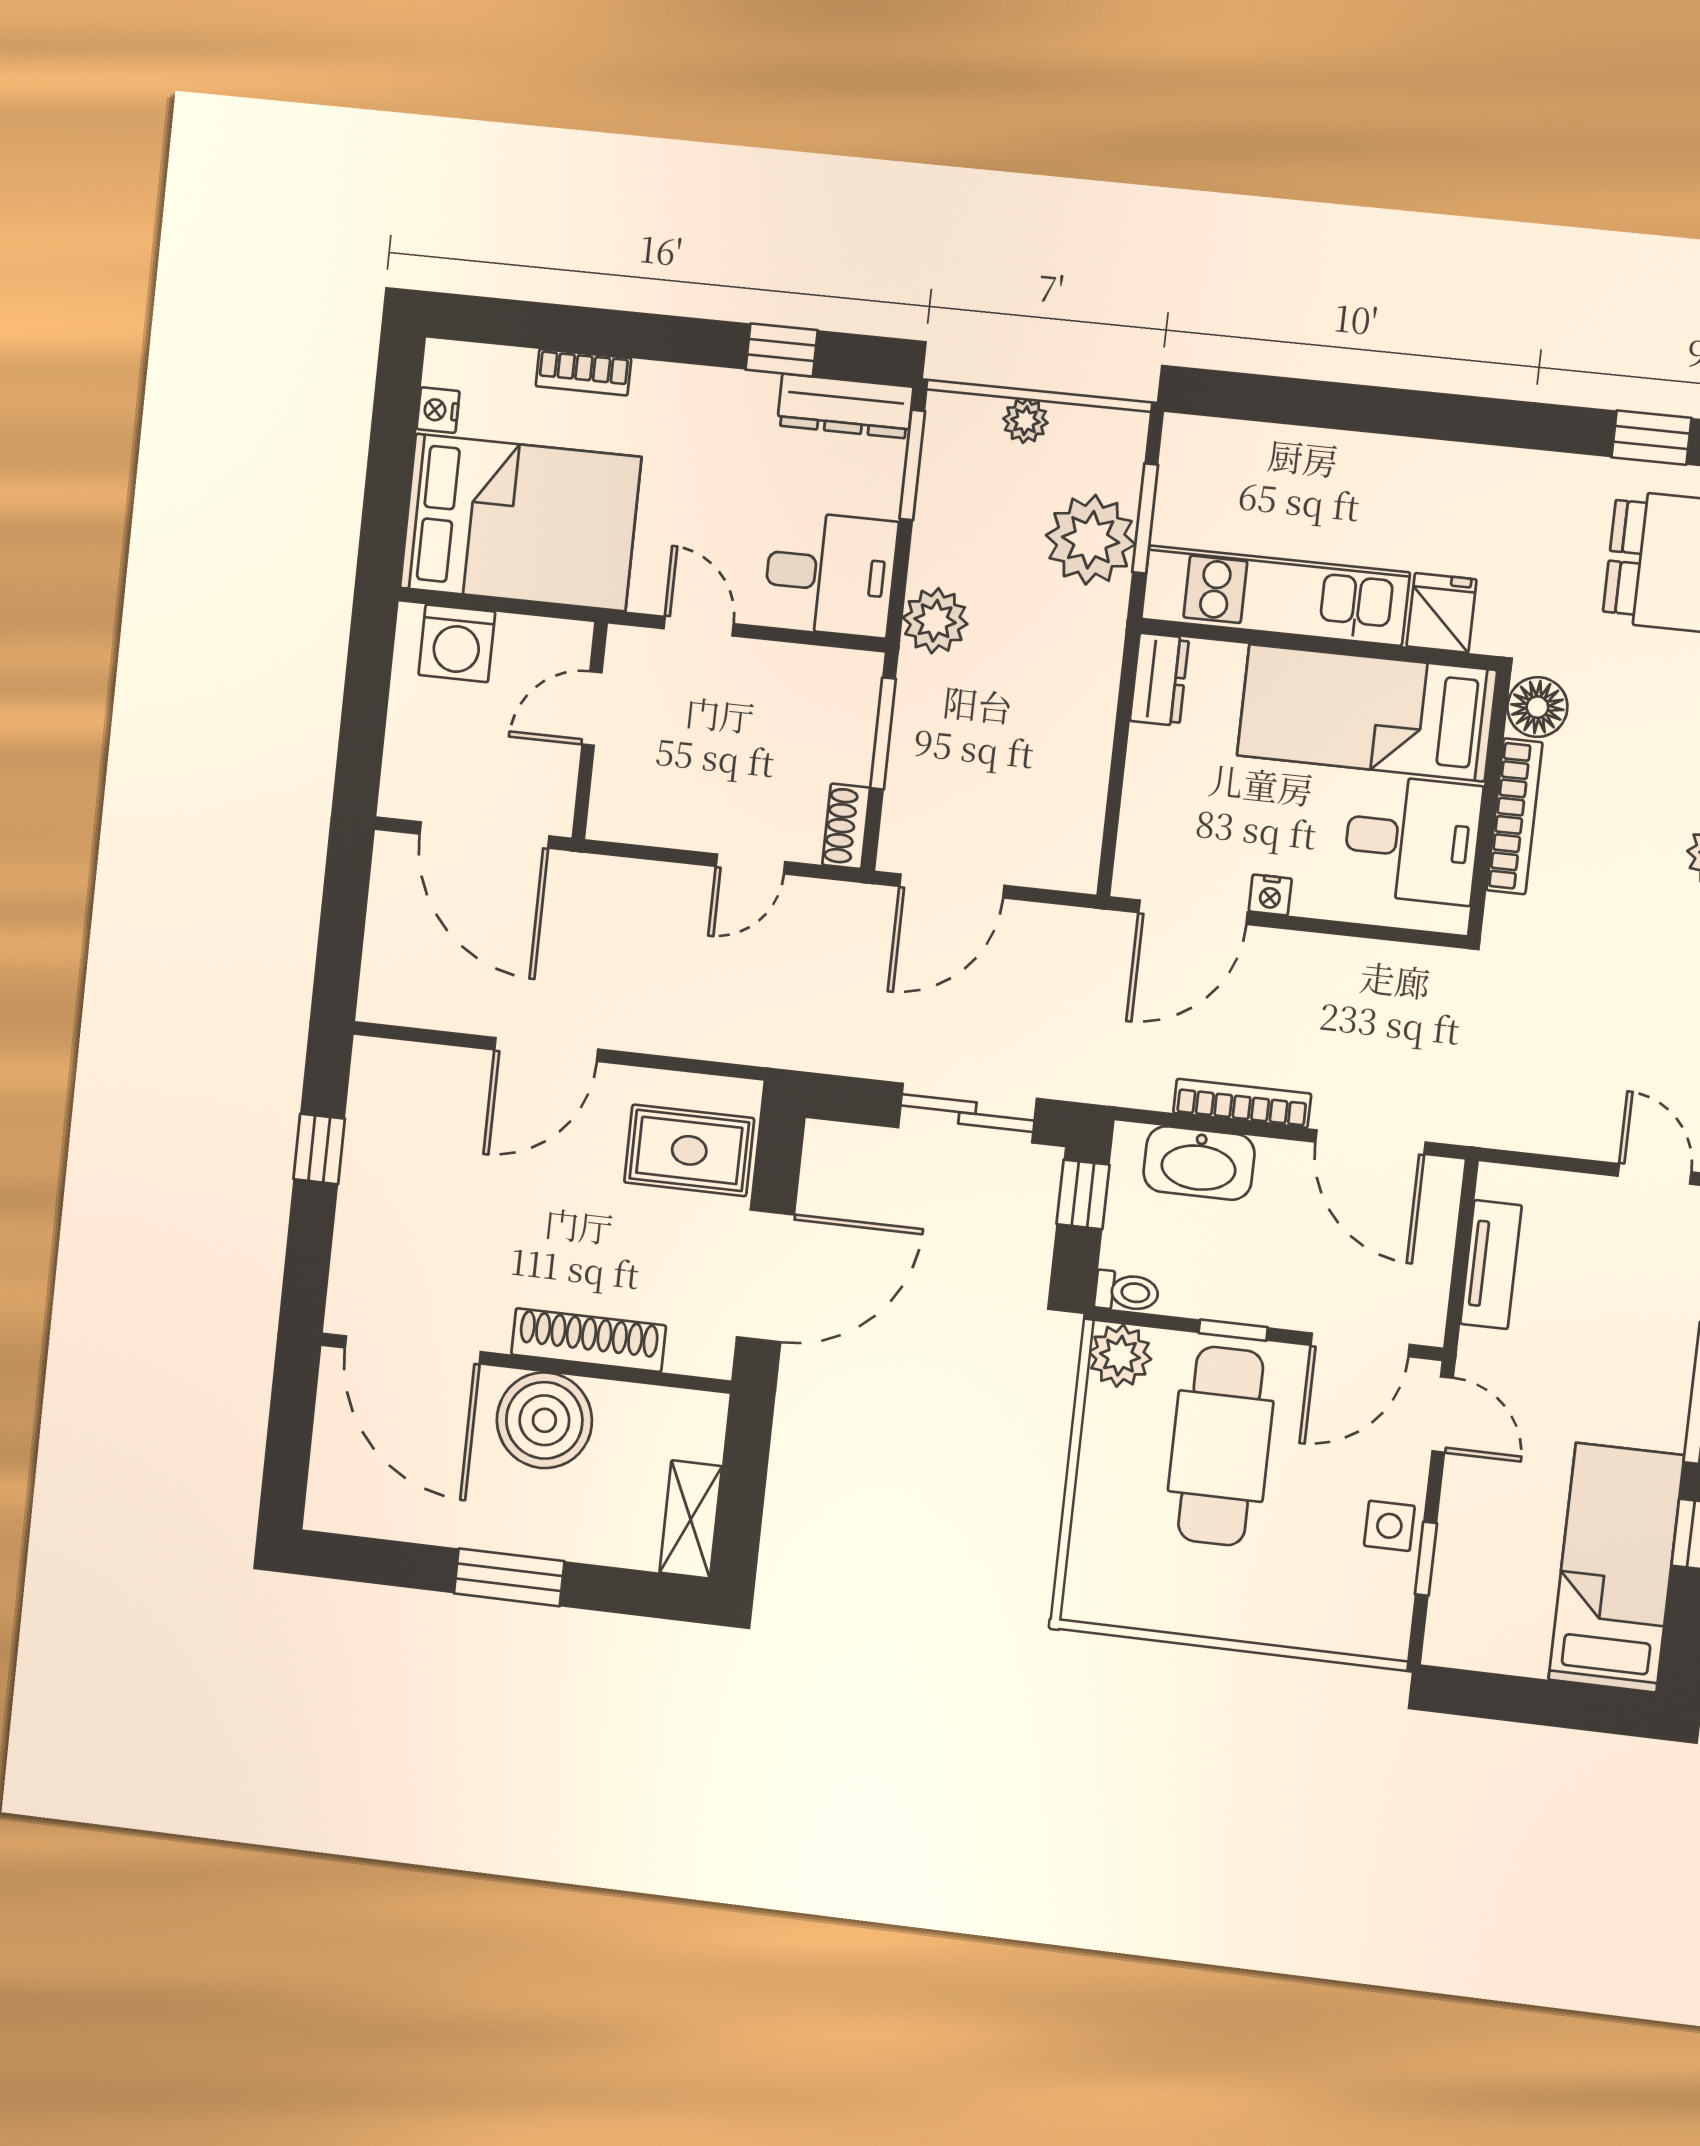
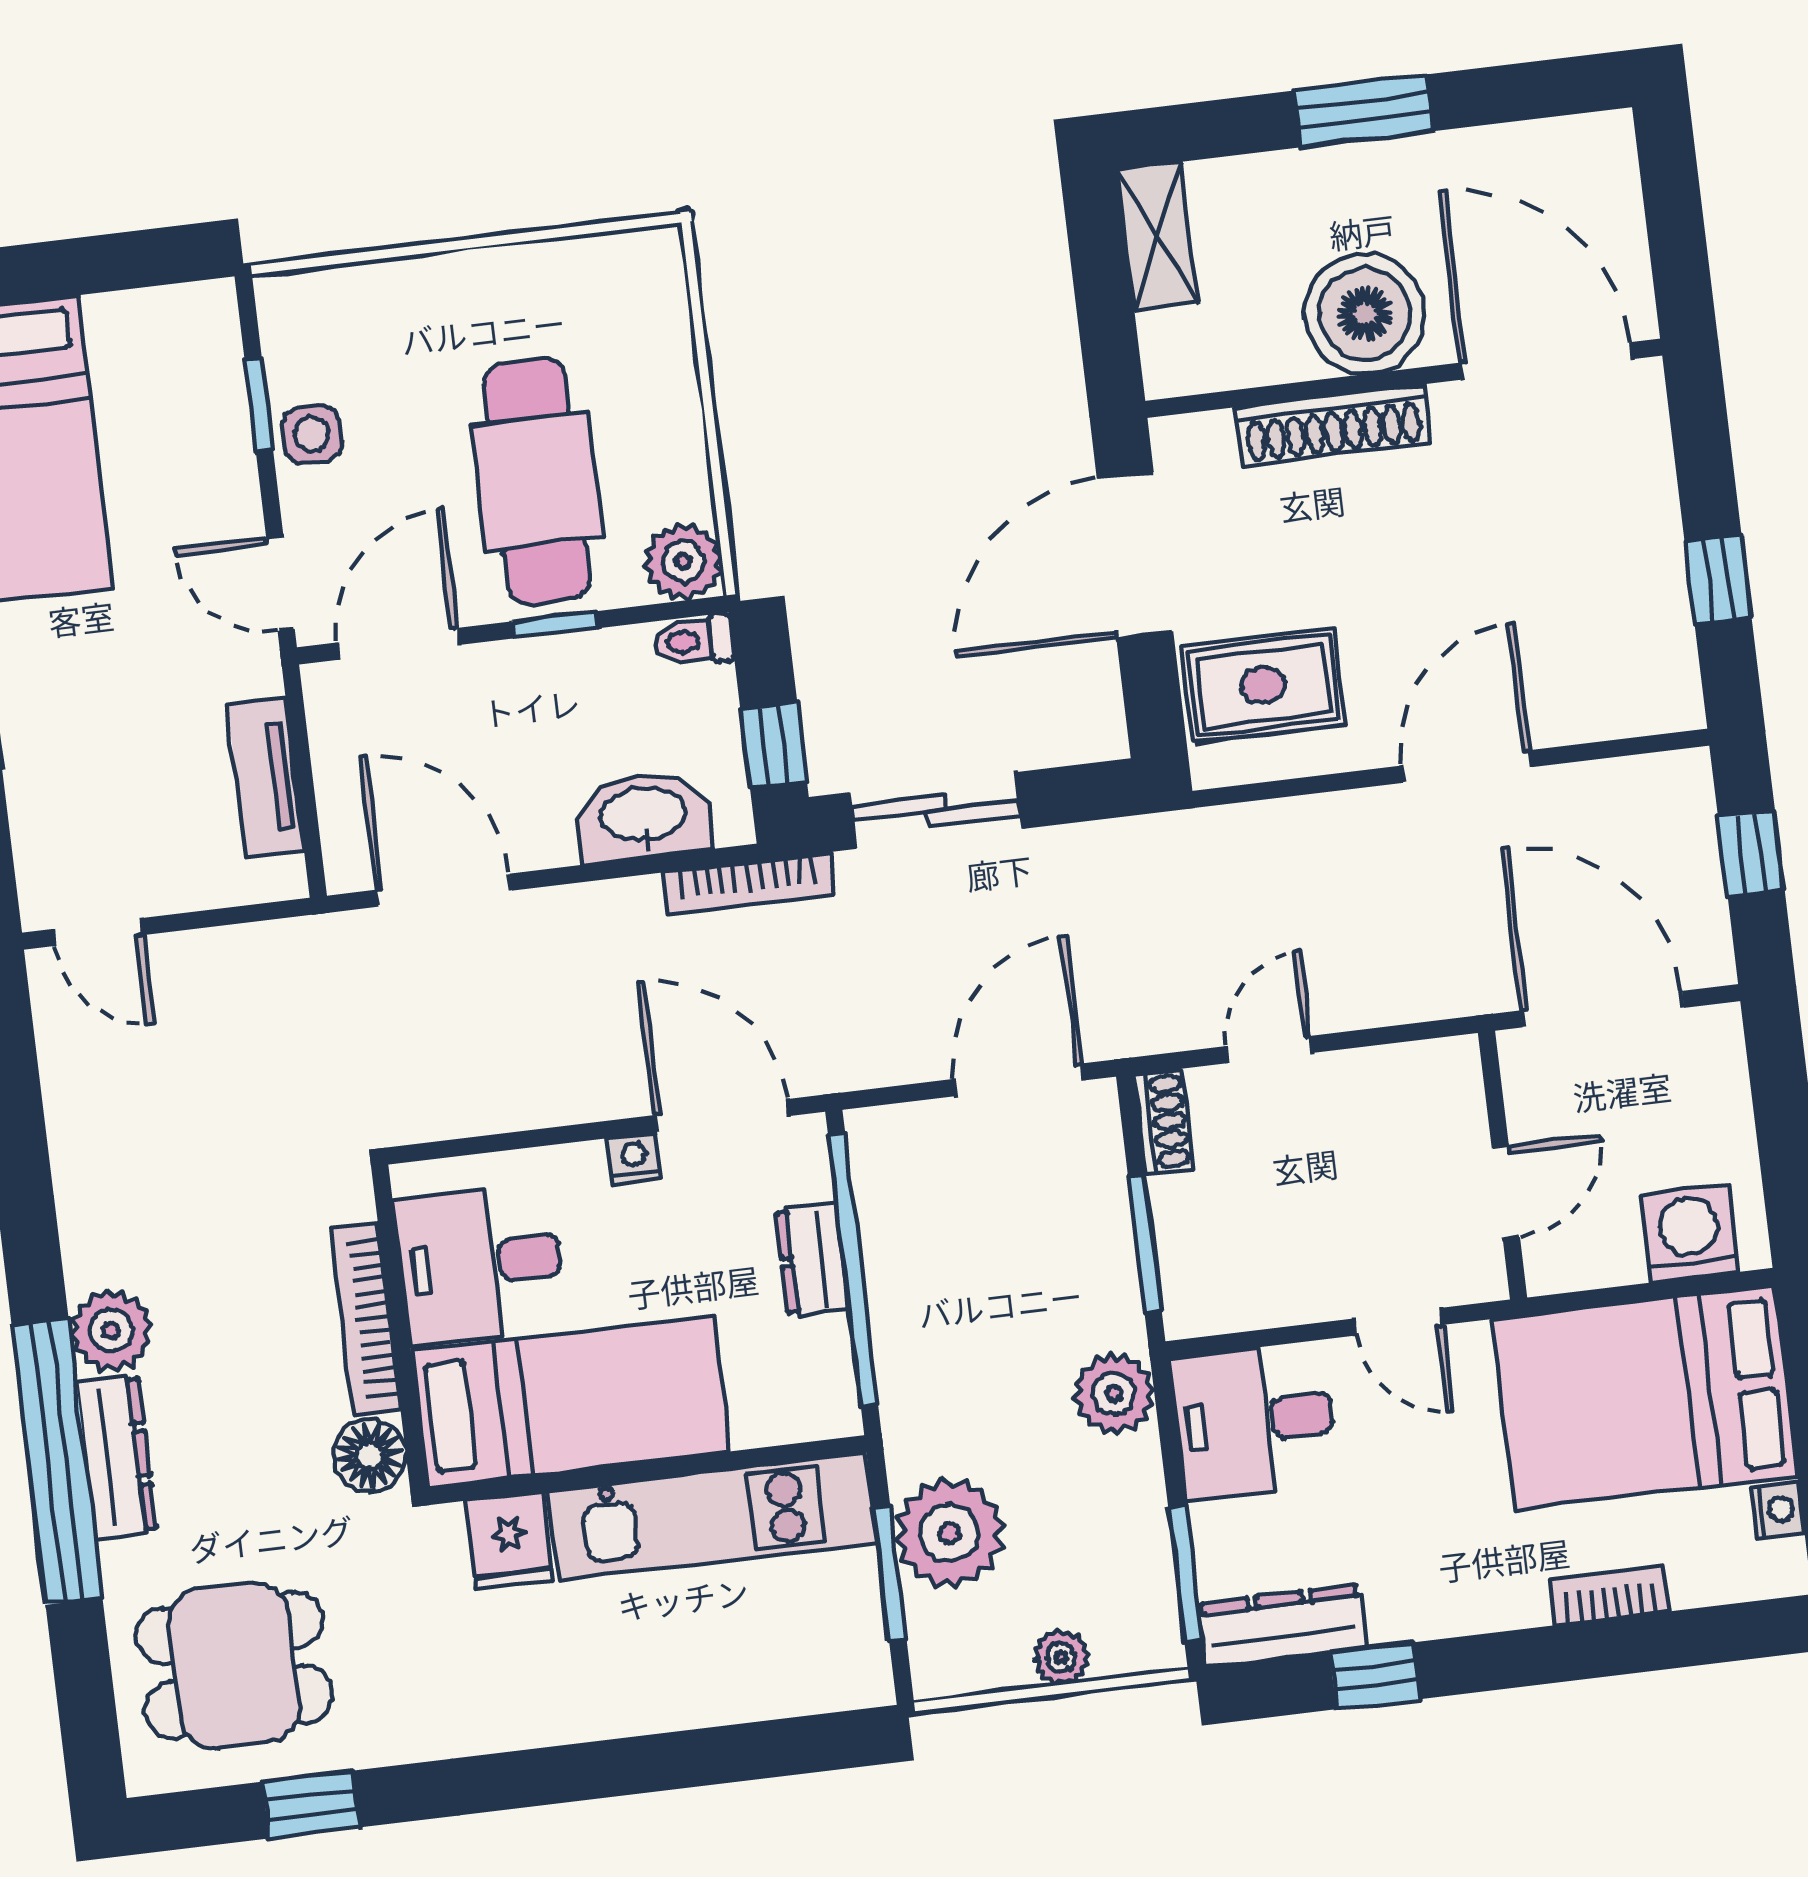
dresser: (1159, 679) -> (812, 1259), moved
window: (1118, 766) -> (853, 1269), added
door: (1193, 912) -> (721, 1116), hinge flipped
window: (342, 929) -> (1751, 854), added
bookcase: (1242, 1103) -> (748, 883), moved

